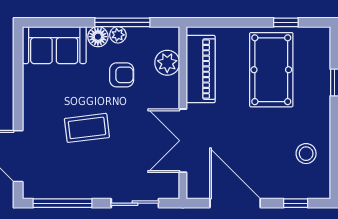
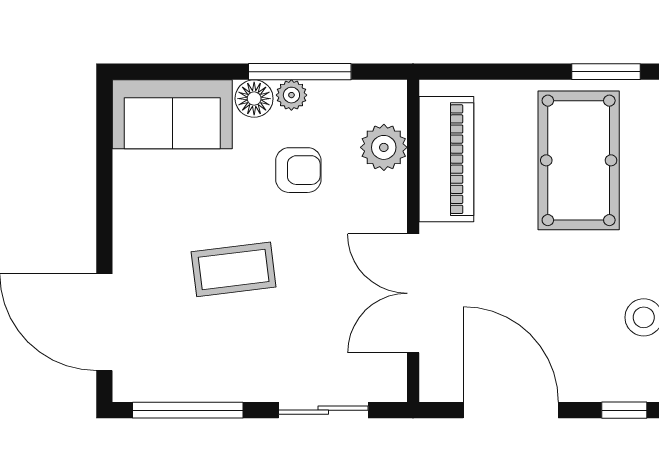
window: (286, 22) -> (606, 72), width x1.50

